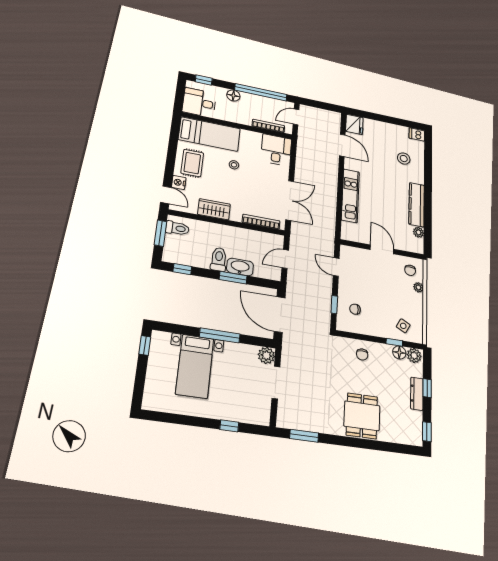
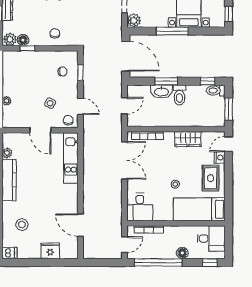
fridge: (354, 124) -> (50, 251), moved, turned 90
door: (166, 195) -> (229, 144), hinge flipped
kitchen unit: (350, 196) -> (71, 158), moved
double door: (290, 200) -> (124, 160), swing flipped
toilet: (177, 228) -> (216, 91), moved
chair: (410, 270) -> (68, 120), moved
side table: (403, 326) -> (50, 103), moved

